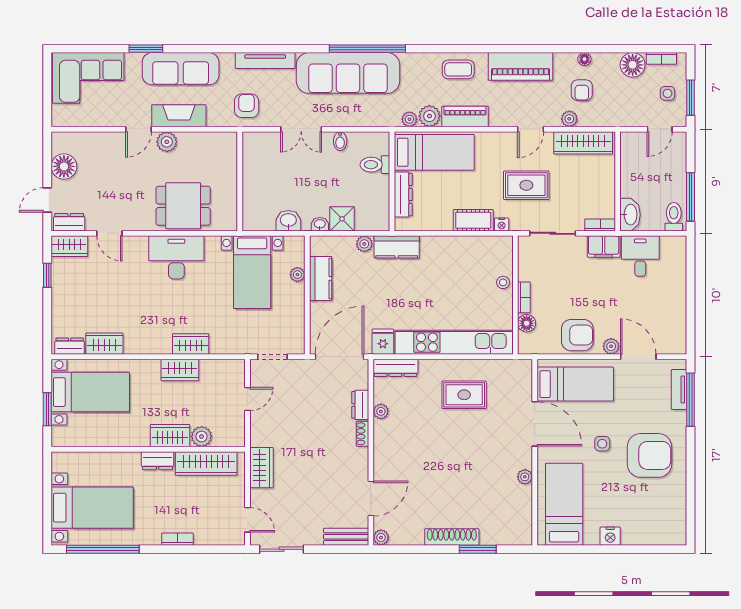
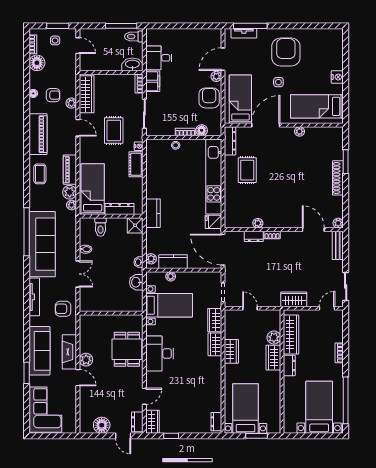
shower: (342, 219) -> (135, 225), moved
plant: (364, 244) -> (151, 259), moved
wardrobe: (104, 344) -> (215, 320), moved
dresser: (395, 368) -> (230, 141), moved

